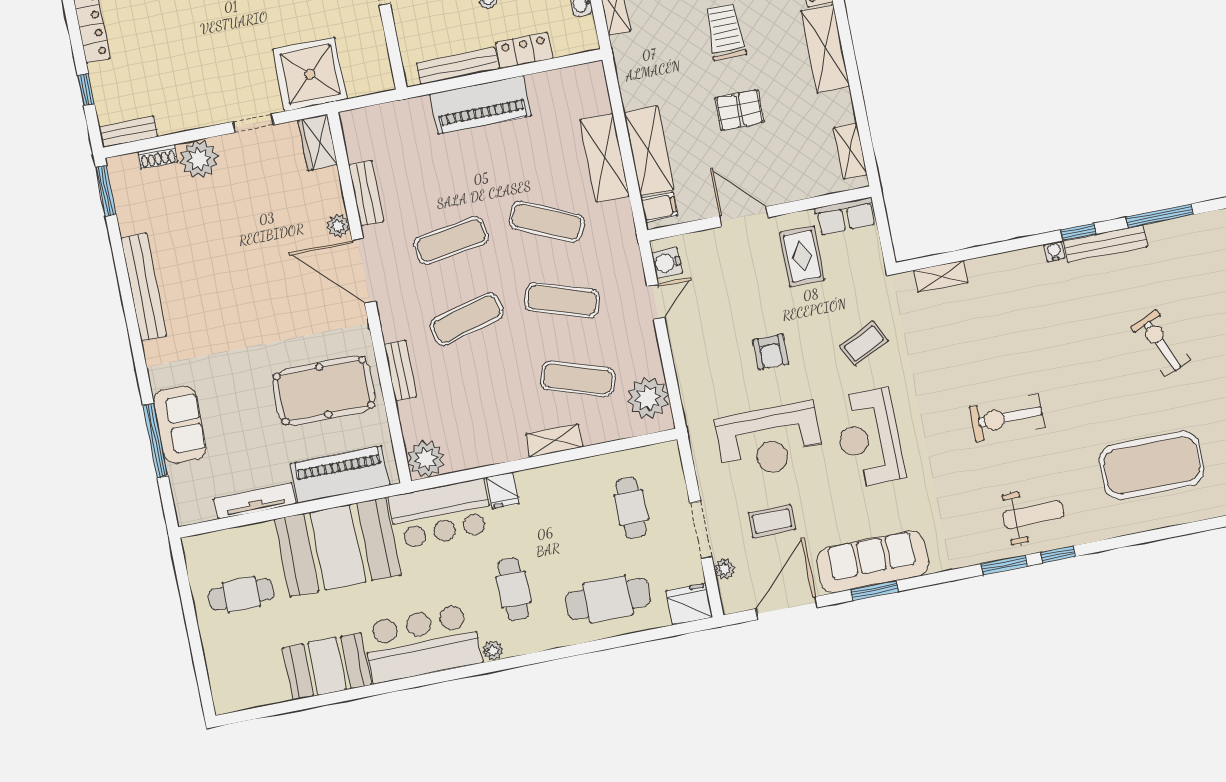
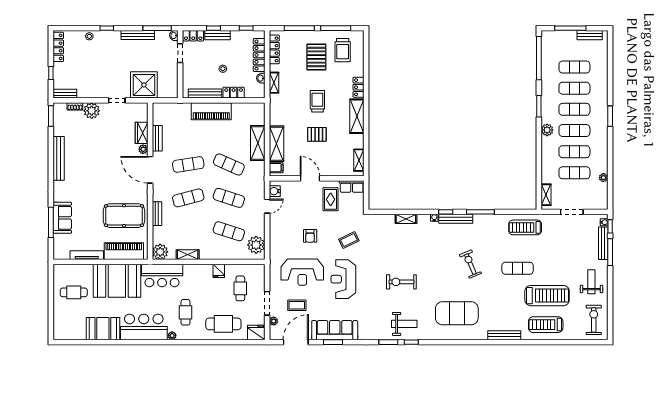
wardrobe: (318, 143) -> (142, 133), moved
shelving: (941, 276) -> (406, 219), moved
shelving: (554, 440) -> (188, 255), moved
fridge: (503, 490) -> (219, 271), moved

